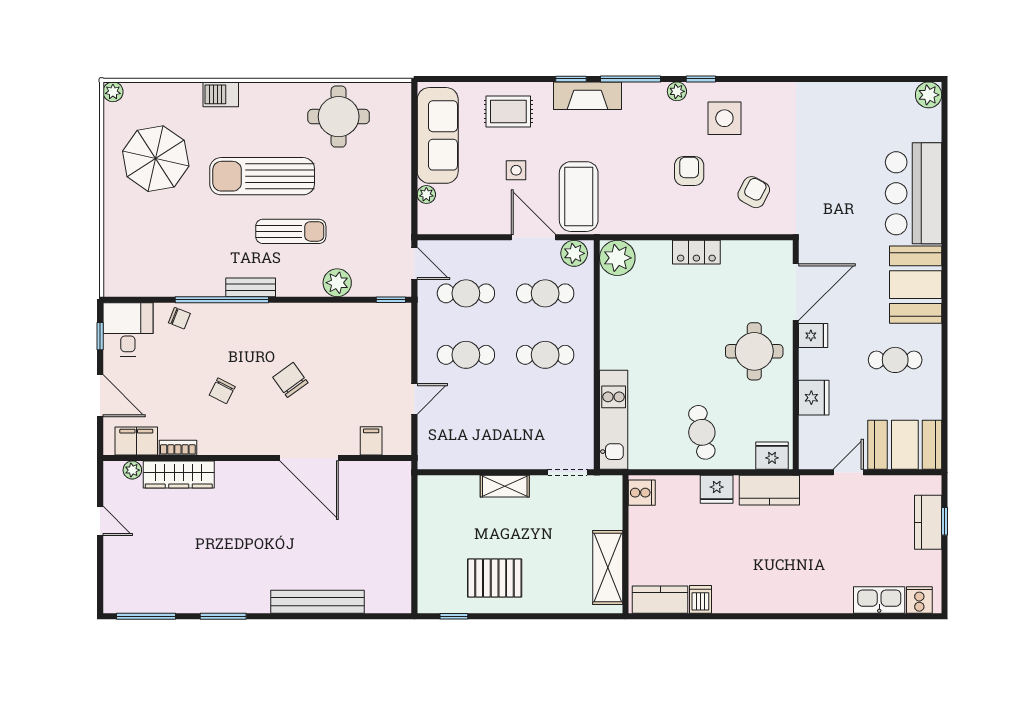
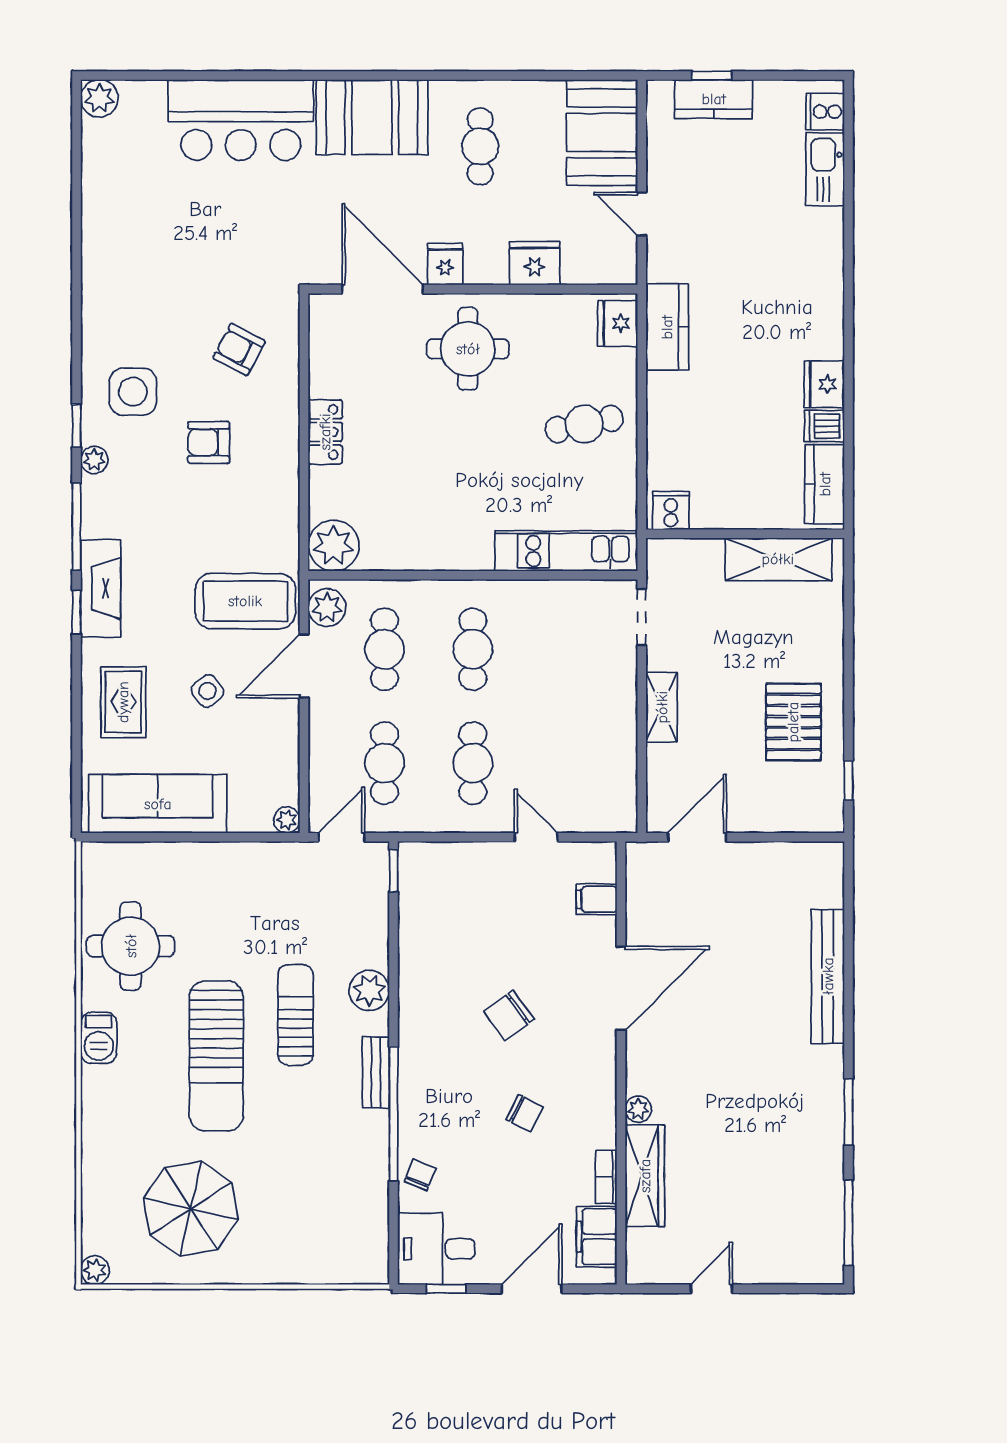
barbecue: (221, 94) -> (99, 1038), moved
side table: (516, 170) -> (208, 691), turned -37
plant: (426, 194) -> (287, 820), moved
plant: (337, 283) -> (369, 990), moved
plant: (132, 470) -> (638, 1109), moved
fridge: (717, 489) -> (824, 384), moved, turned 180
door: (414, 511) -> (697, 837), added

